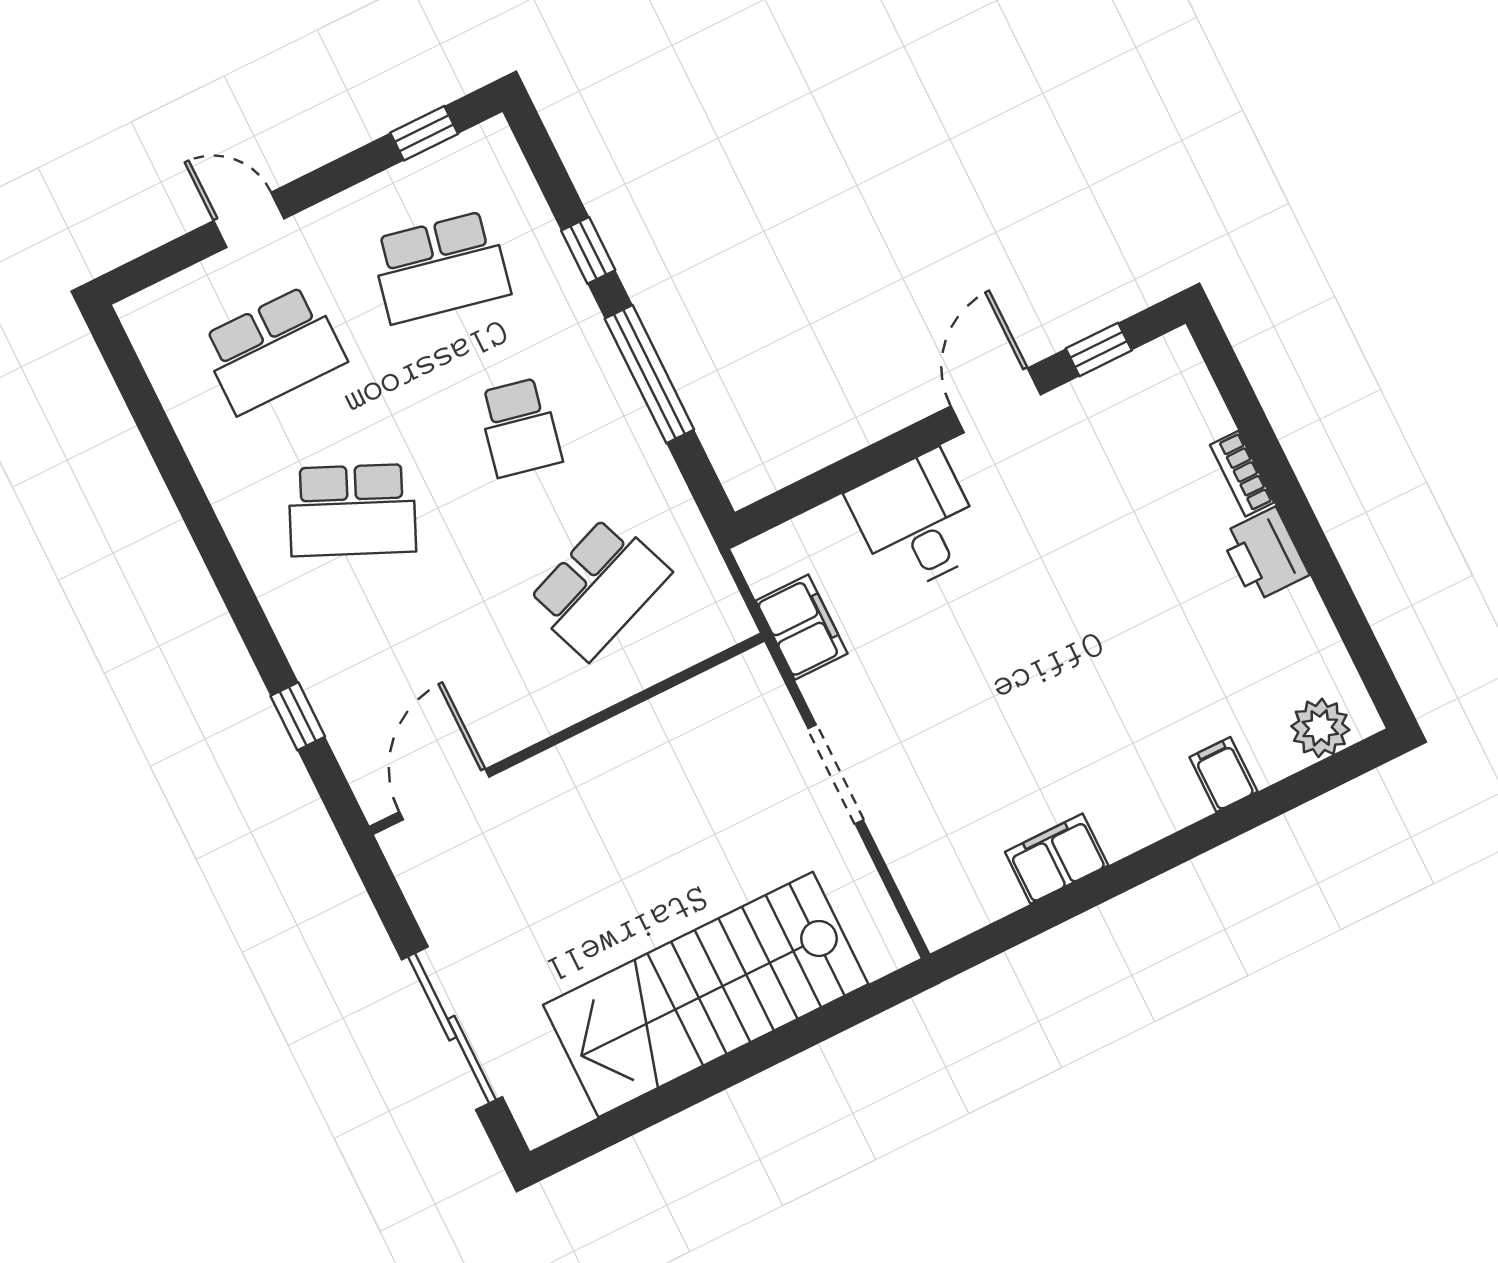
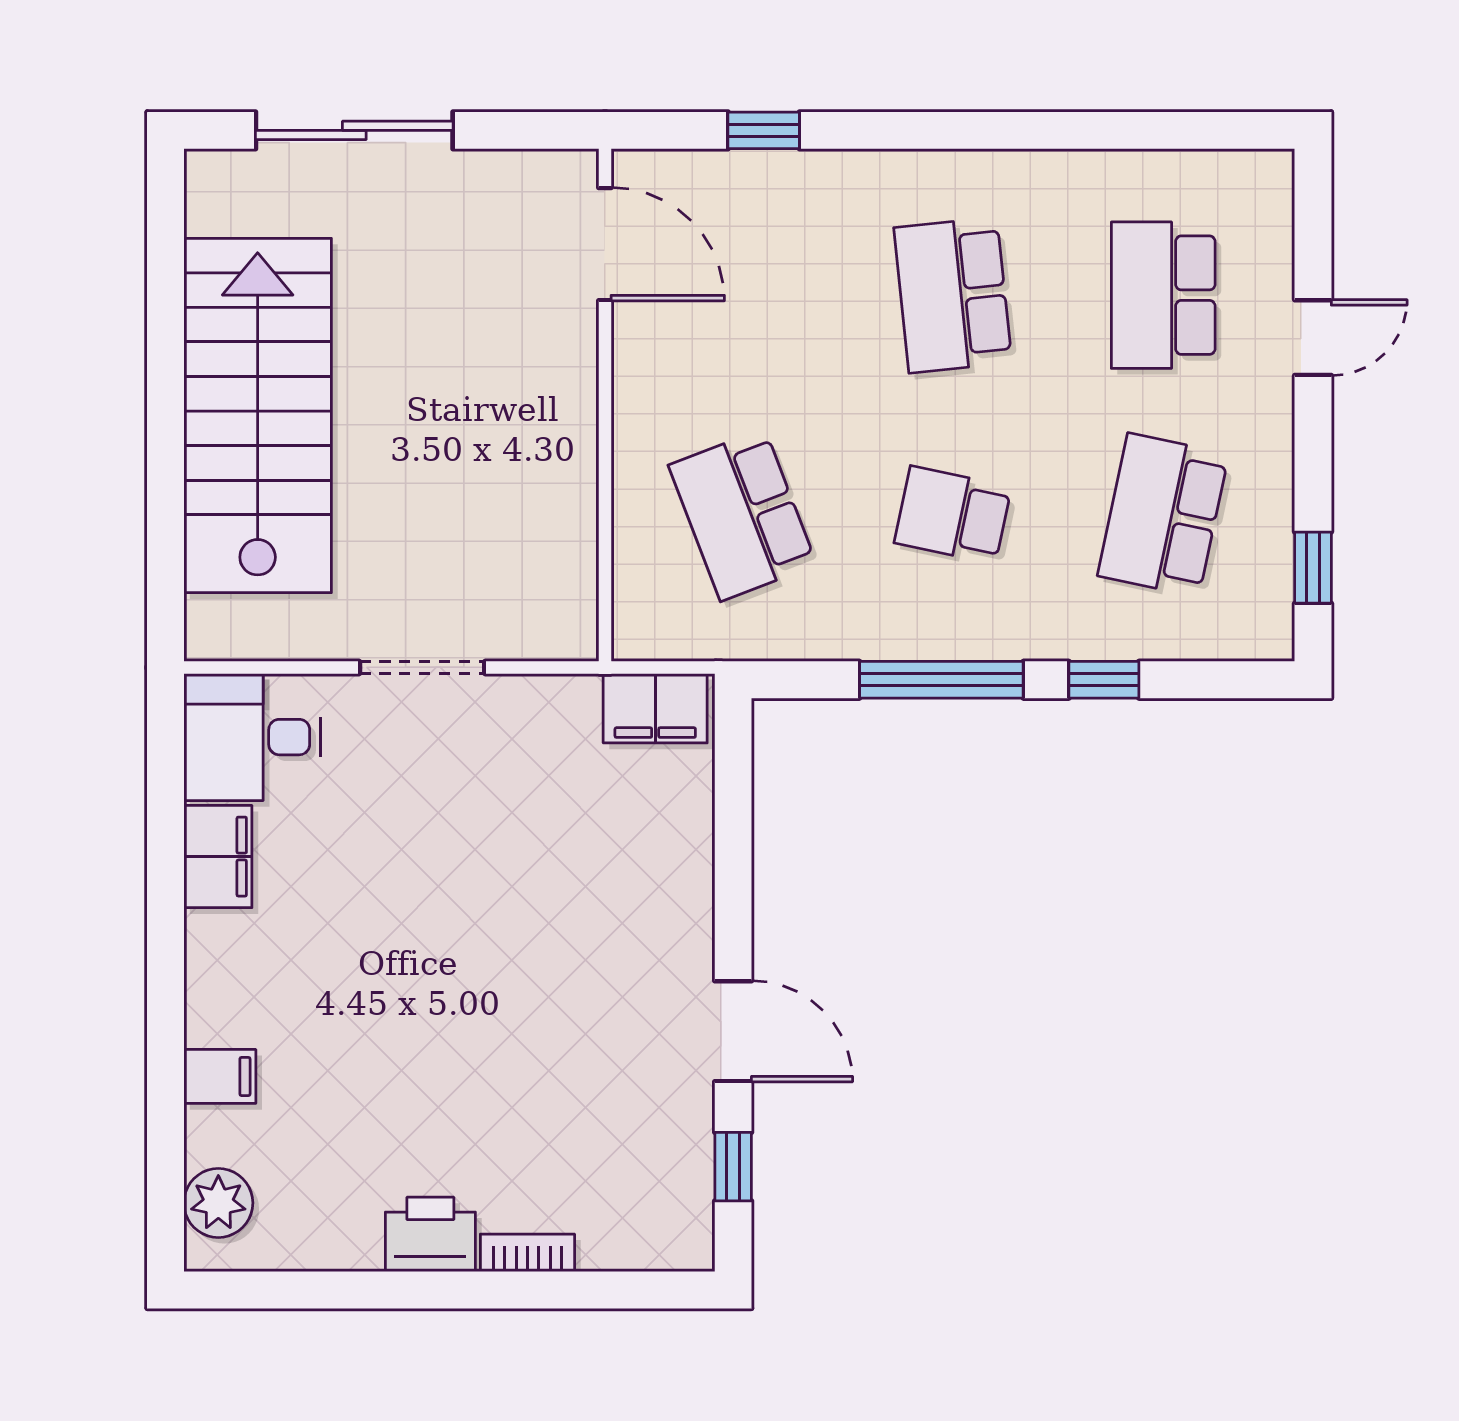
school desk: (352, 510) -> (953, 295), turned -30
desk: (917, 522) -> (252, 737), moved, turned 180
filing cabinet: (802, 627) -> (655, 708), moved

